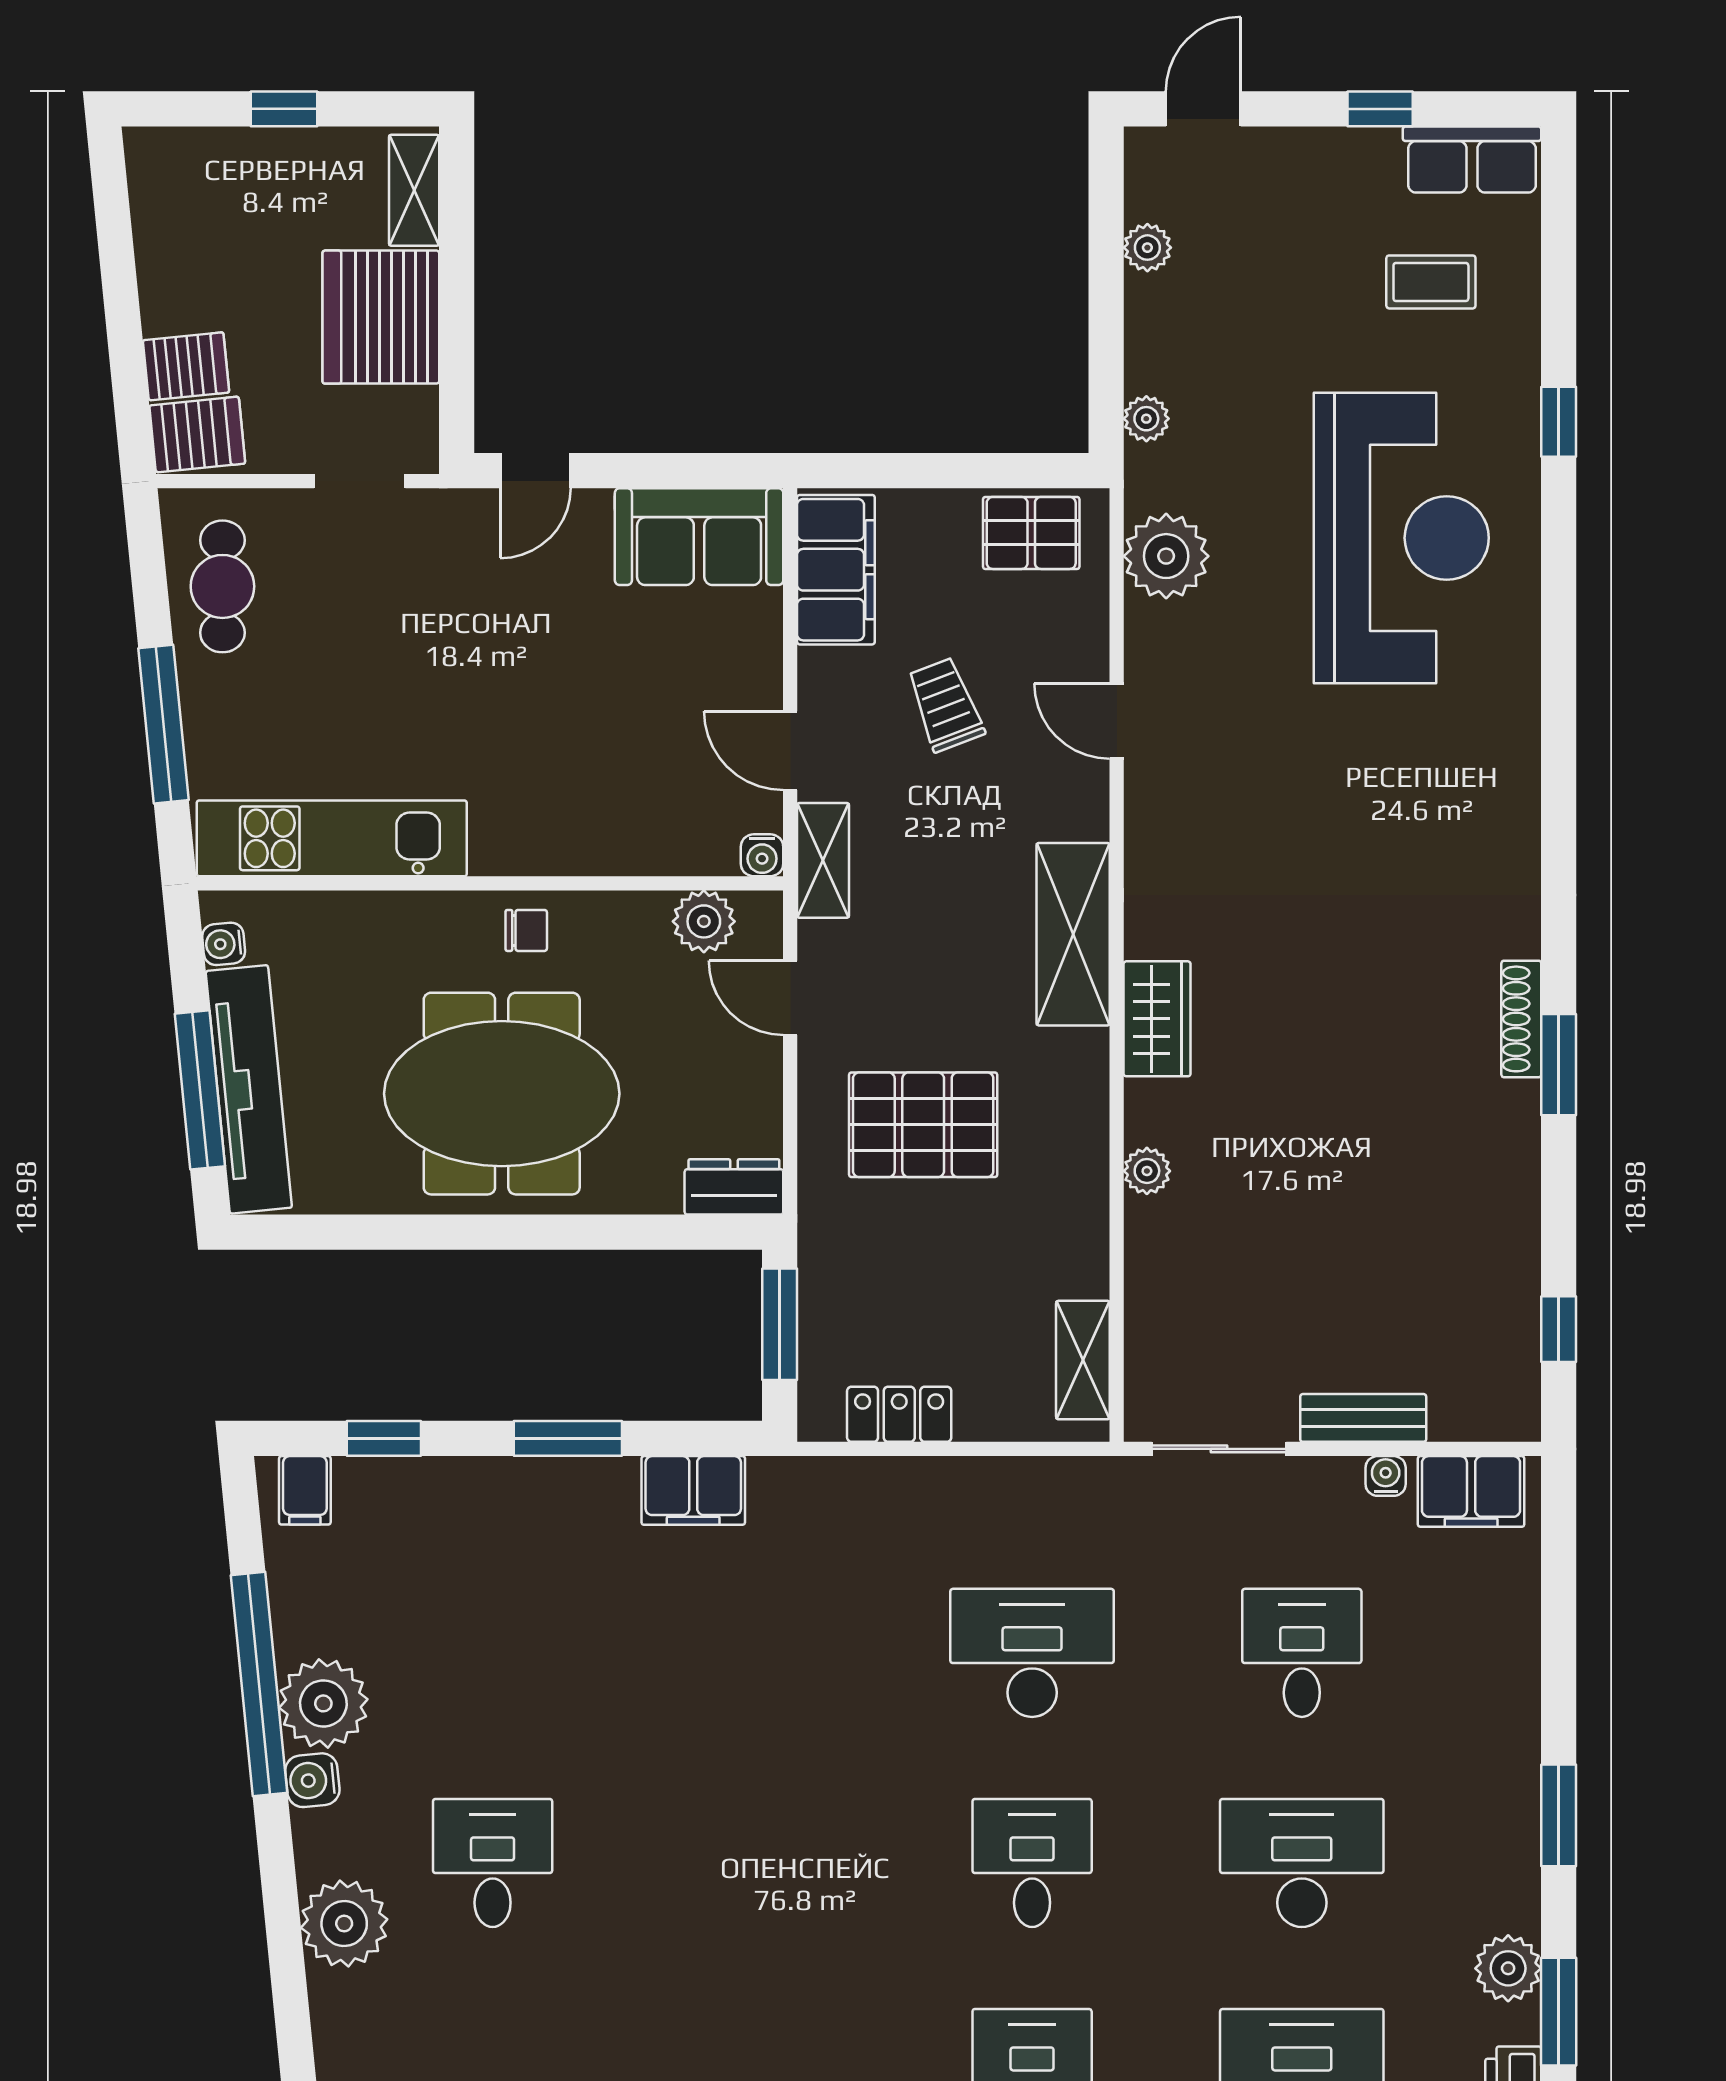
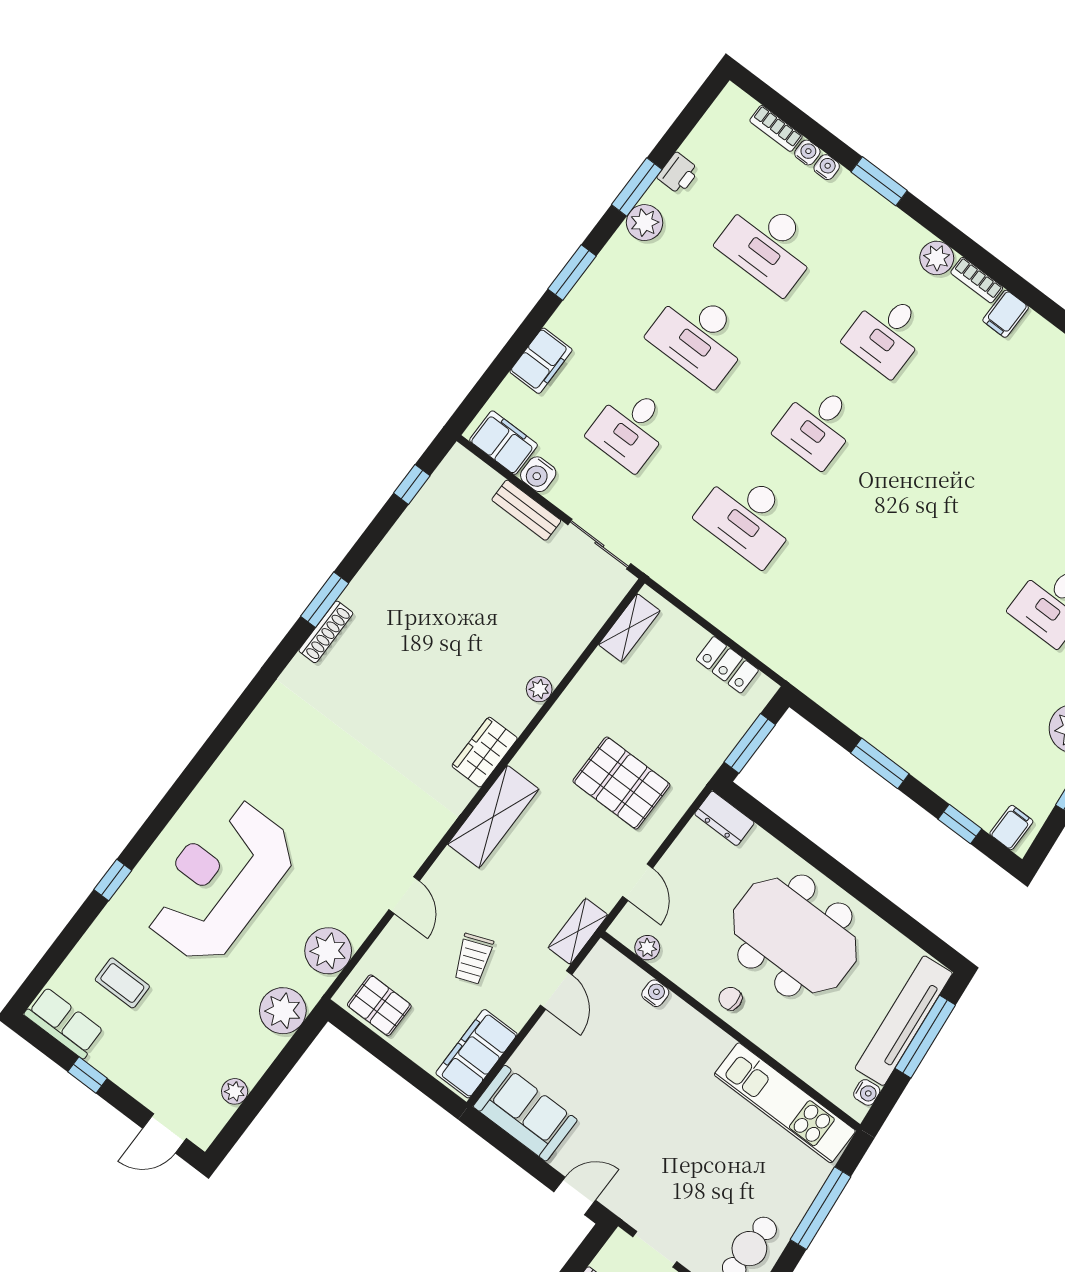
plant: (1146, 419) -> (283, 1011), width x1.87, depth x1.87
water cooler: (762, 855) -> (655, 993), moved
plant: (704, 921) -> (647, 948), width x0.73, depth x0.73
water cooler: (1386, 1476) -> (538, 474), width x1.38, depth x1.38
filing cabinet: (693, 1490) -> (541, 361), moved, turned 90

